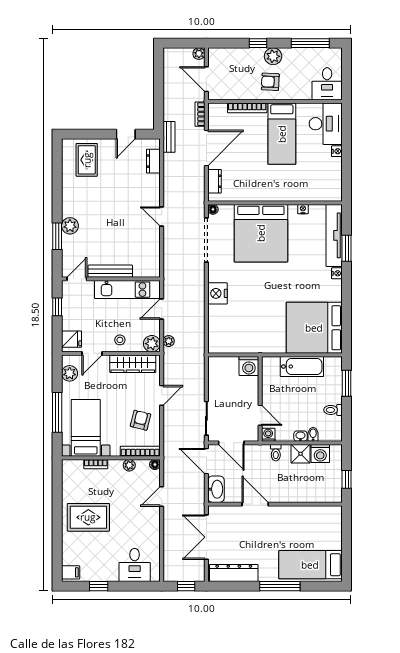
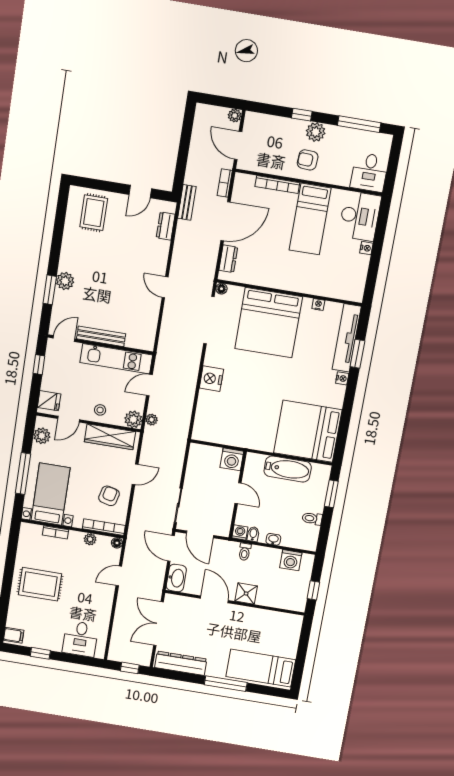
door: (260, 415) -> (238, 493), moved
bidet: (313, 434) -> (253, 534), moved
shower: (301, 454) -> (246, 594), moved

